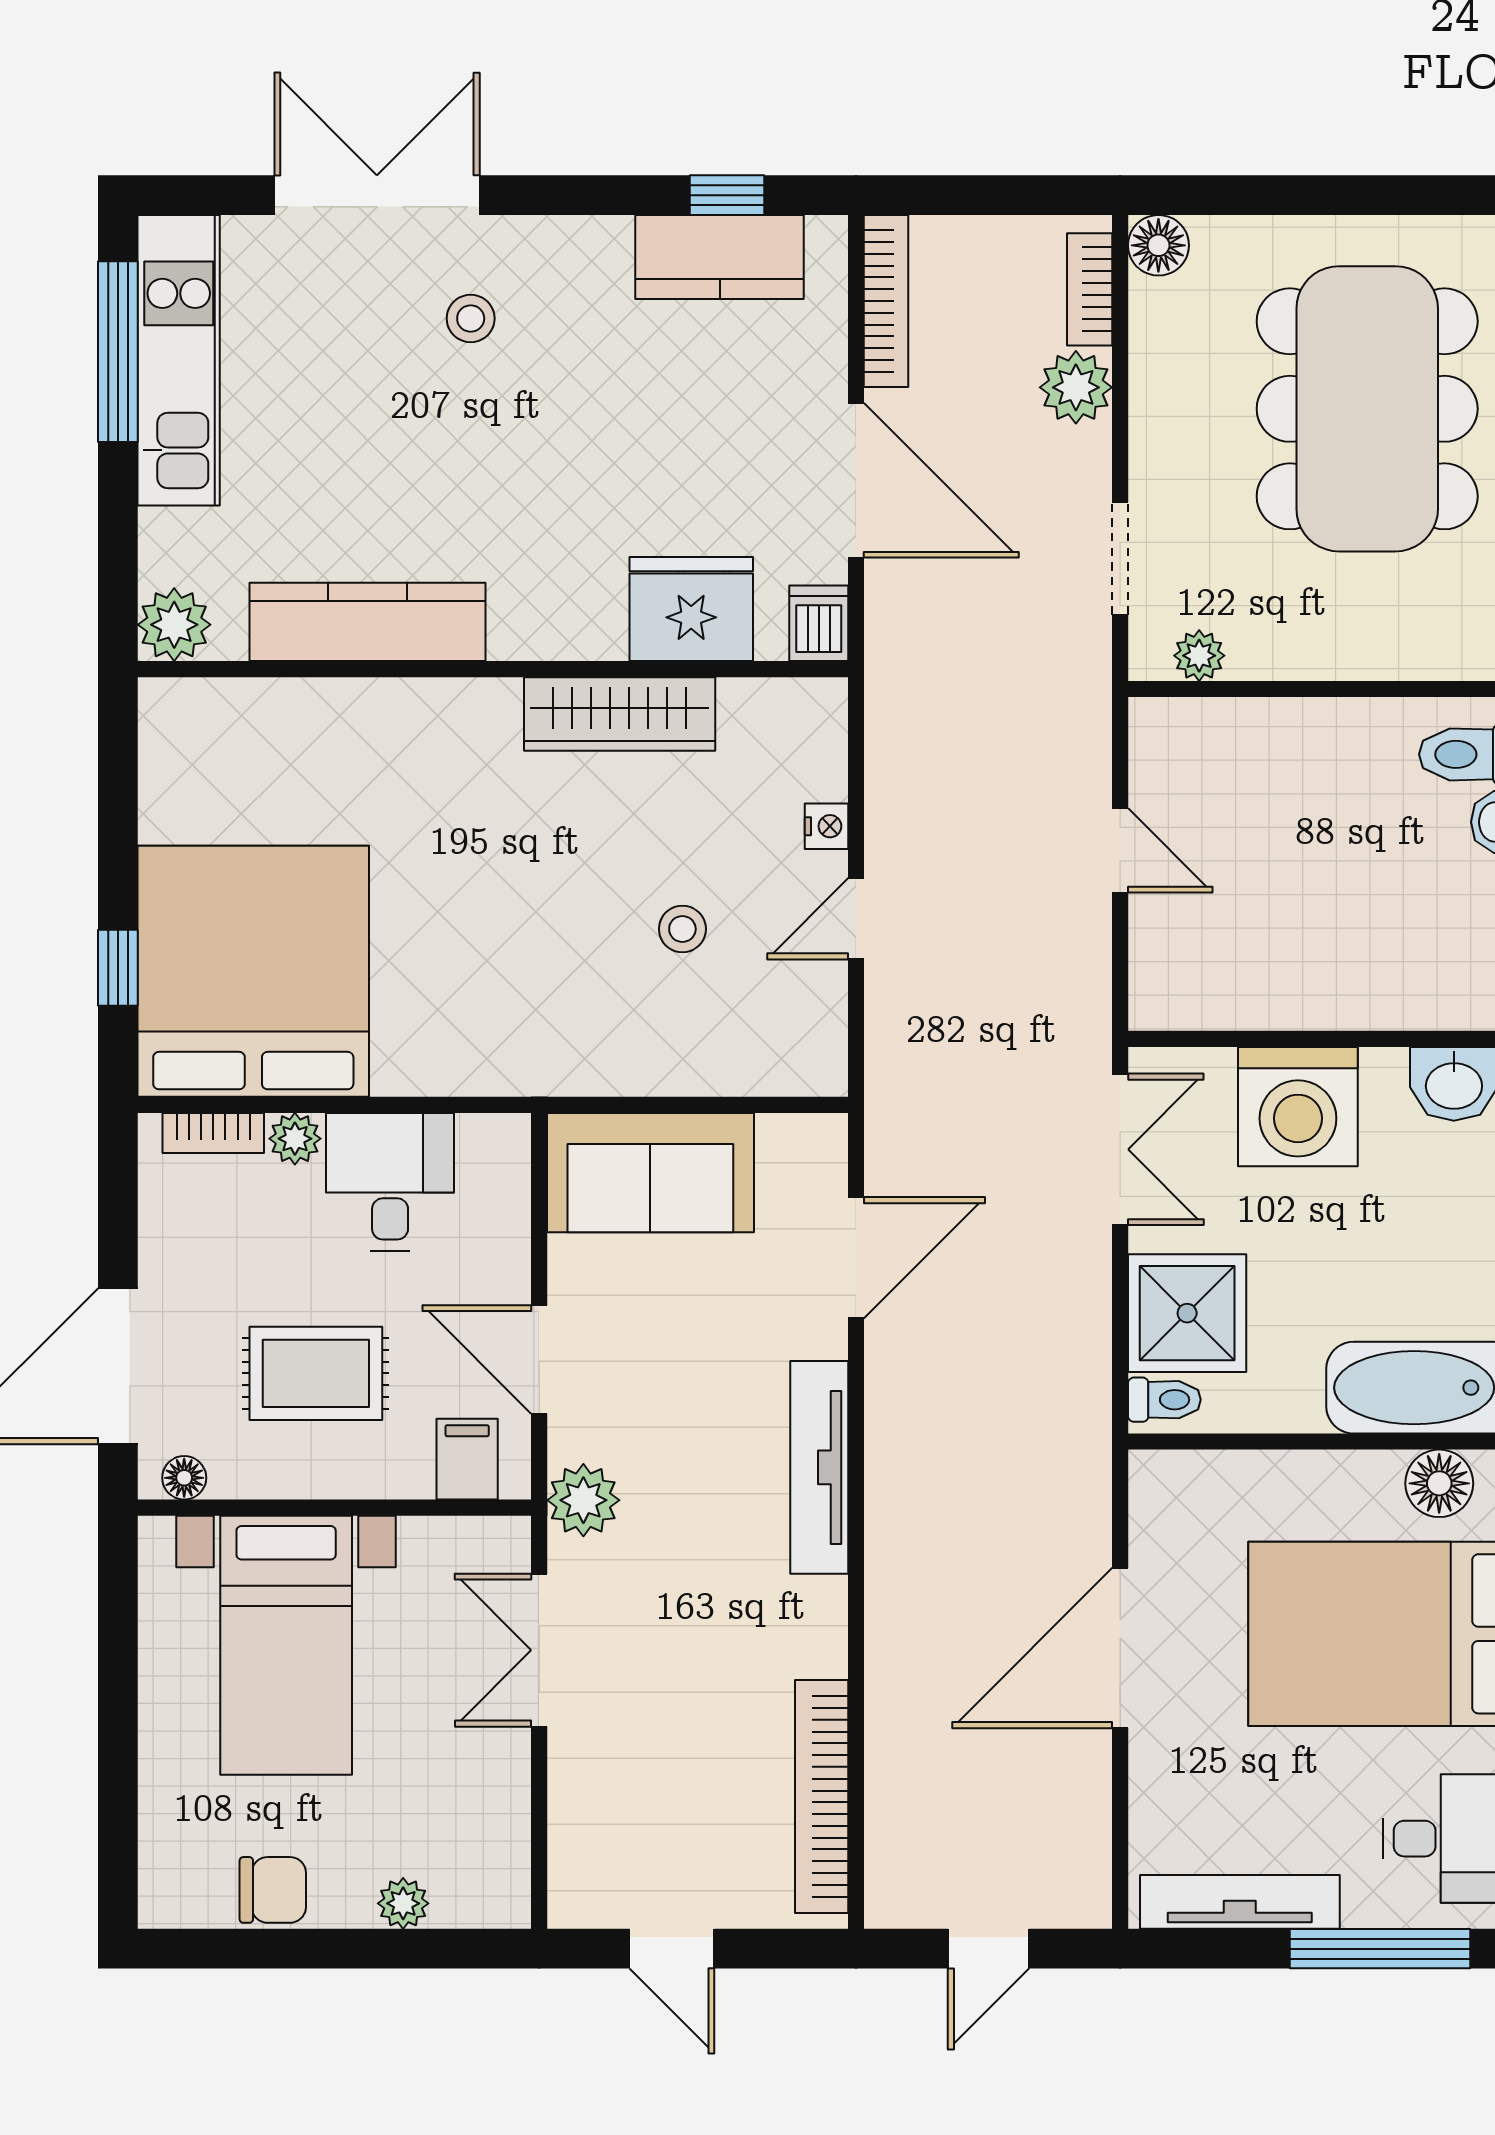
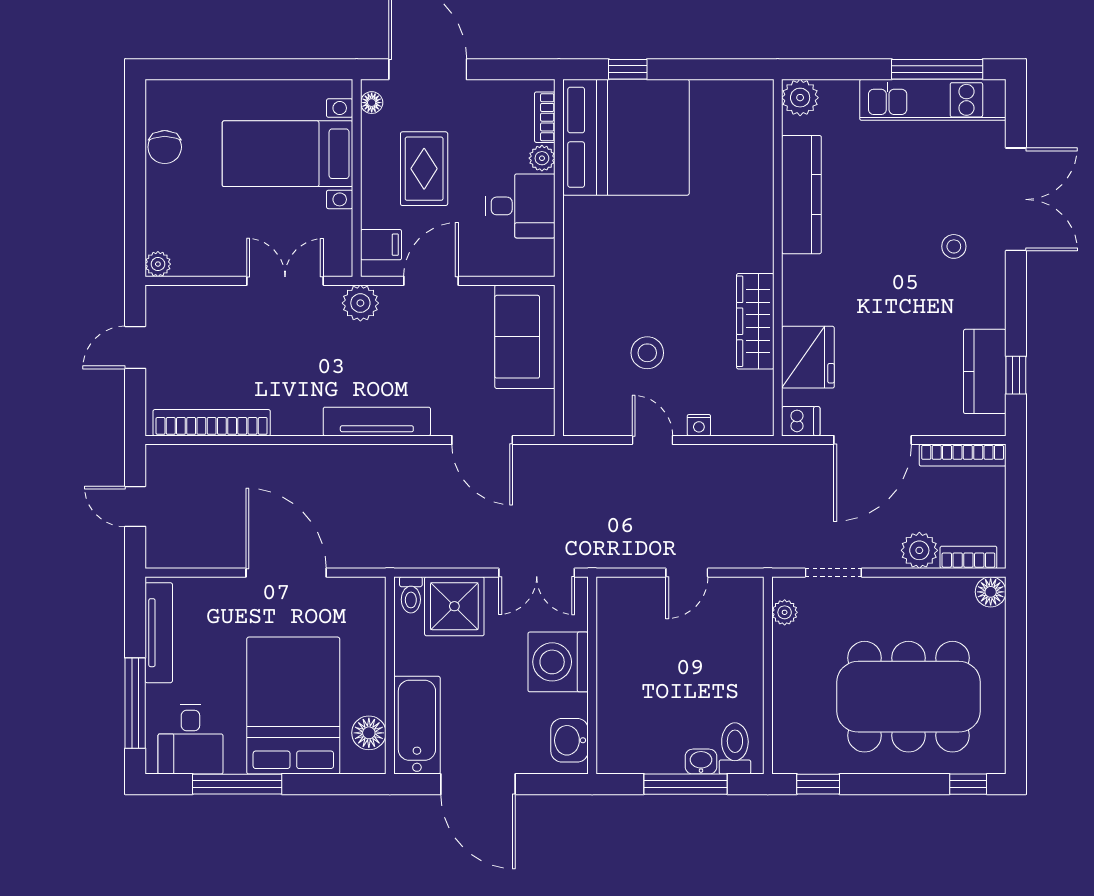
stool: (682, 929) -> (647, 353), width x1.37, depth x1.37
plant: (403, 1903) -> (158, 264), moved

